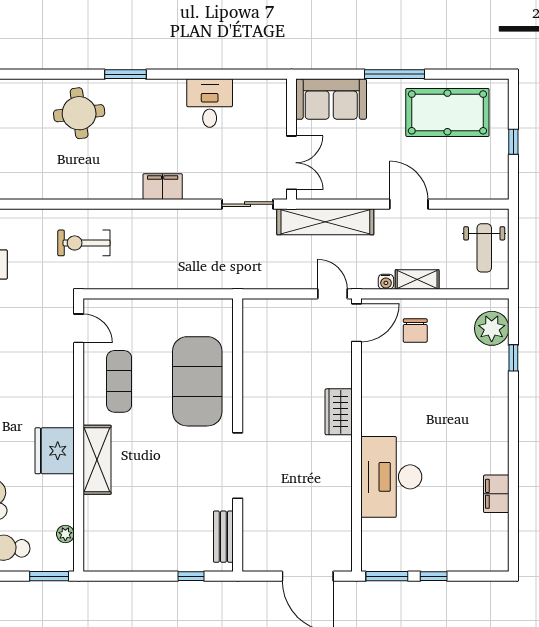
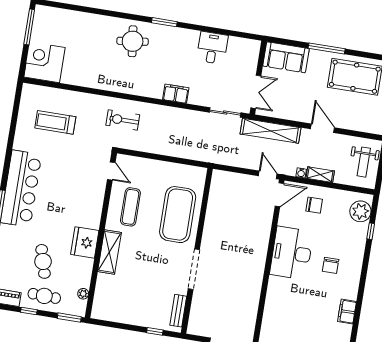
chair: (415, 331) -> (314, 205), turned -90
wardrobe: (339, 412) -> (260, 247), removed
chair: (458, 423) -> (331, 265), added
desk: (391, 477) -> (292, 253), moved

